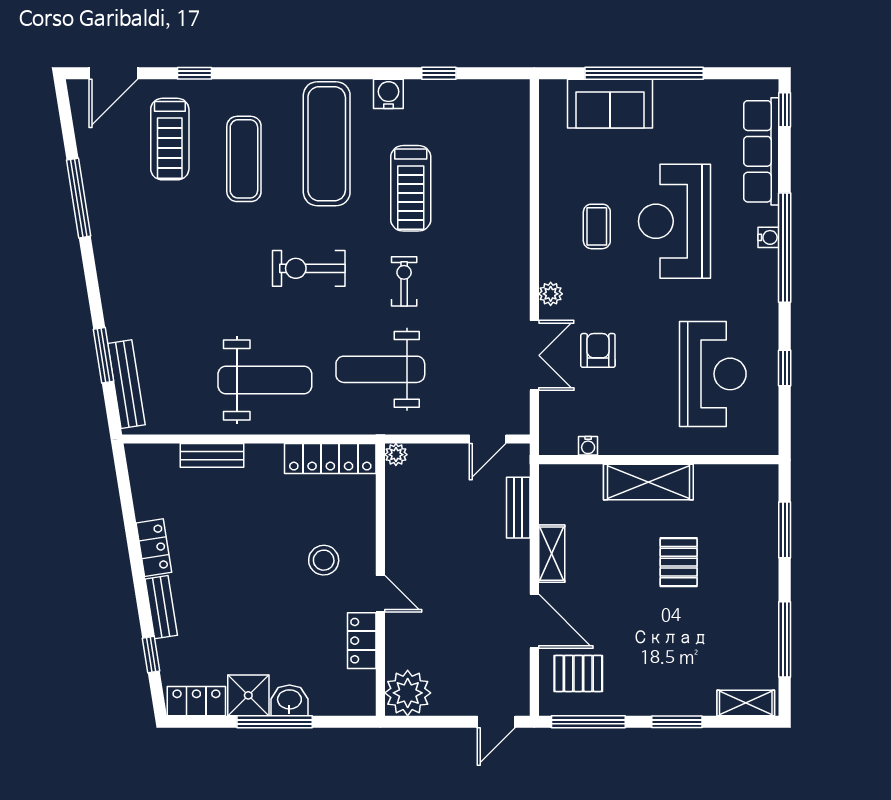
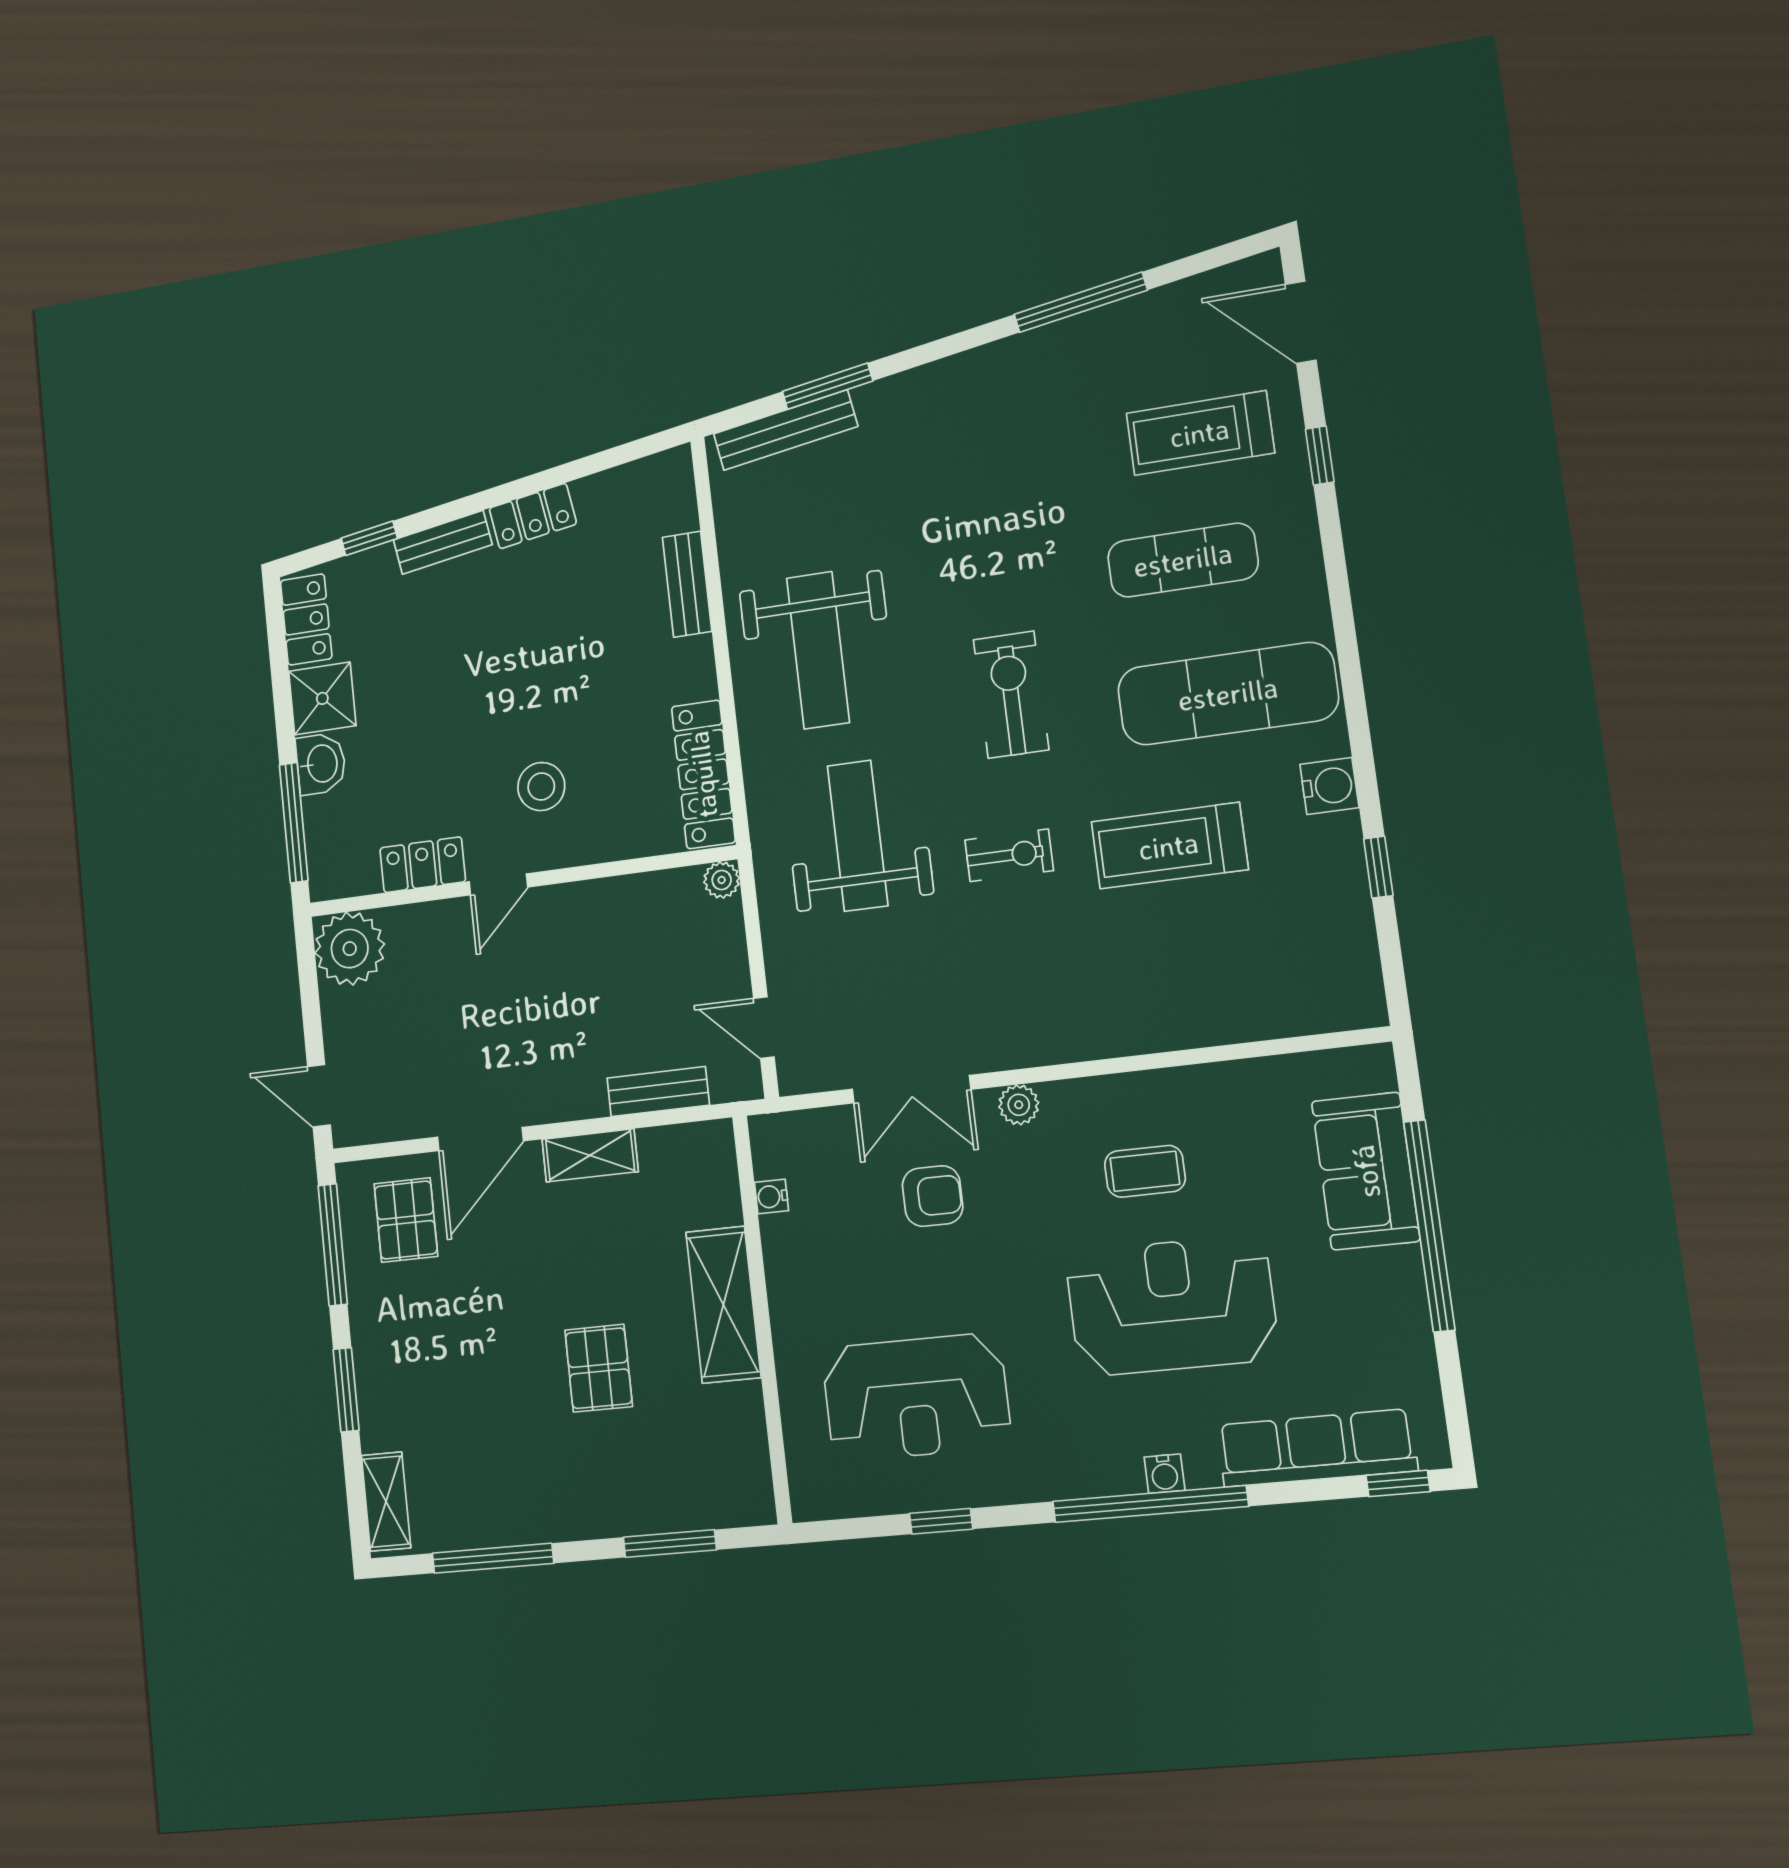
pallet: (679, 562) -> (599, 1368), turned 90
window: (275, 722) -> (294, 823), moved

